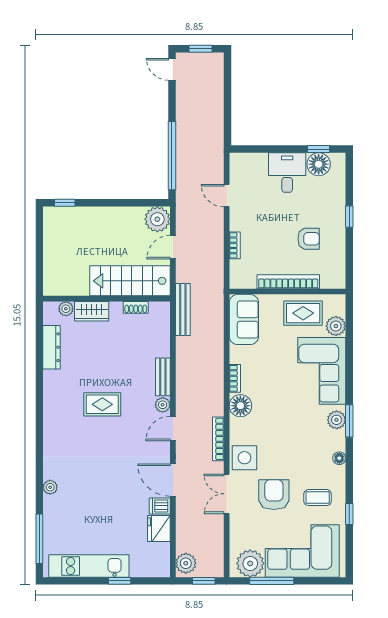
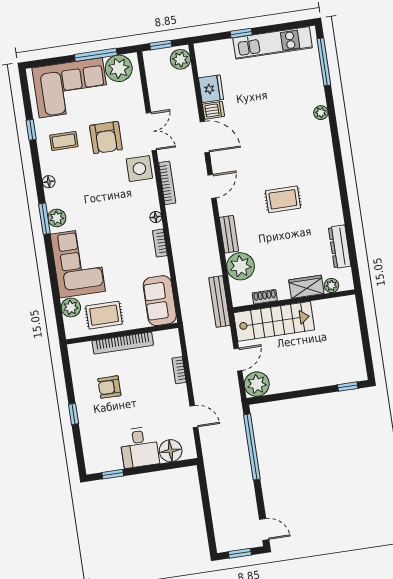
floor lamp: (319, 164) -> (171, 451), moved
plant: (163, 405) -> (241, 266), moved, width x1.87, depth x1.87
floor lamp: (240, 406) -> (156, 217), width x0.53, depth x0.53

